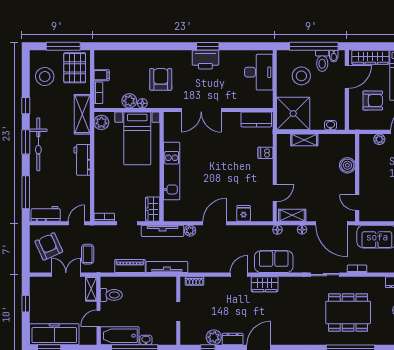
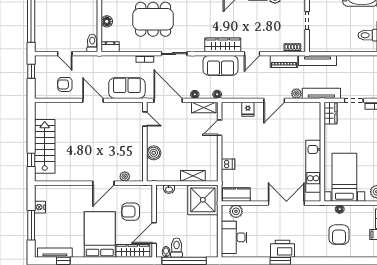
stool: (301, 76) -> (195, 234), removed
armchair: (161, 79) -> (339, 235), moved
plant: (129, 101) -> (236, 211), moved
kitchen unit: (172, 171) -> (313, 166), moved
piano: (130, 266) -> (284, 61), moved
wardrobe: (265, 284) -> (223, 45), width x1.50

